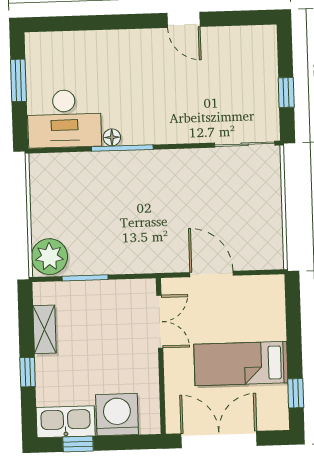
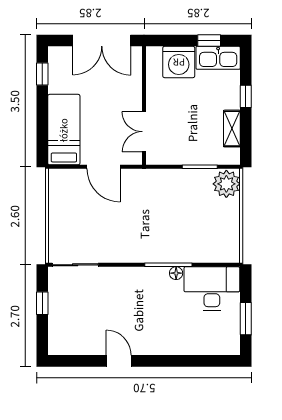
bed: (241, 364) -> (64, 130), moved, turned -90

